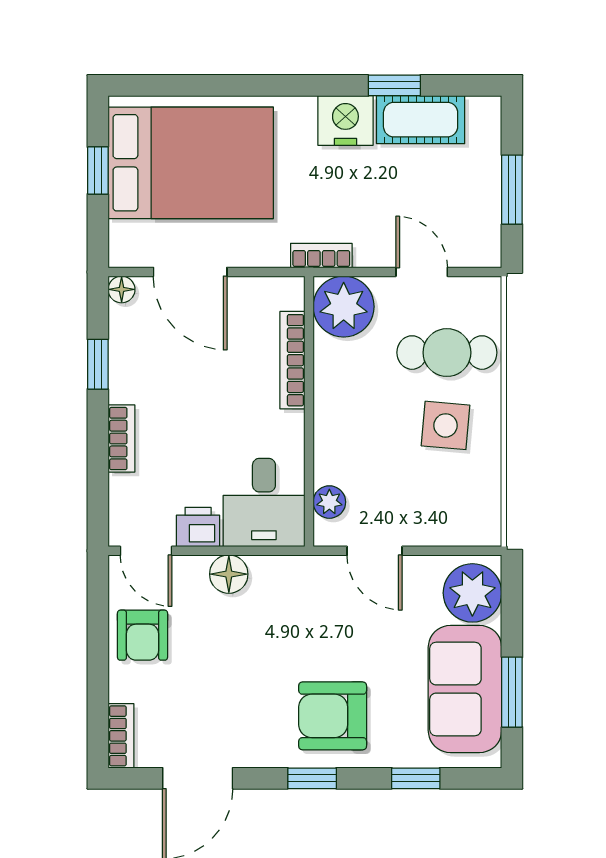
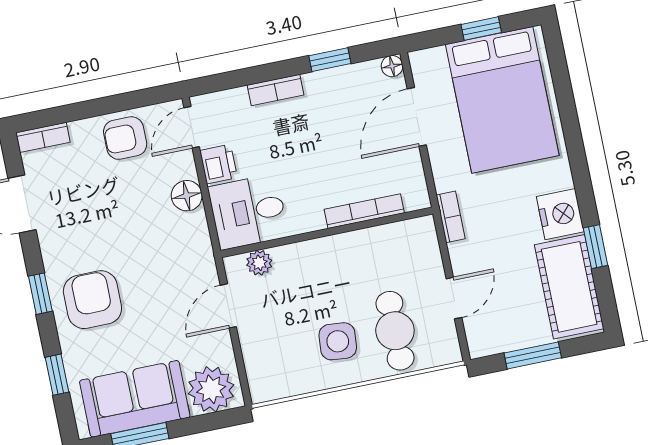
cot: (421, 120) -> (569, 287), width x1.37, depth x1.34
plant: (344, 307) -> (414, 243), removed

